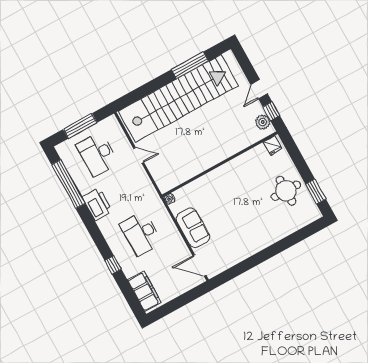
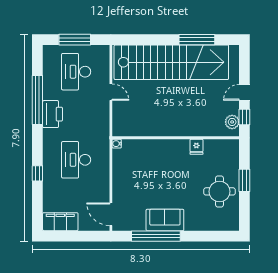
fridge: (273, 145) -> (196, 147), moved
window: (68, 184) -> (37, 100), moved
window: (316, 192) -> (244, 180), moved
sofa: (193, 228) -> (165, 220), moved, turned -90
window: (251, 263) -> (156, 236), added
filing cabinet: (144, 291) -> (60, 222), moved, turned -90

